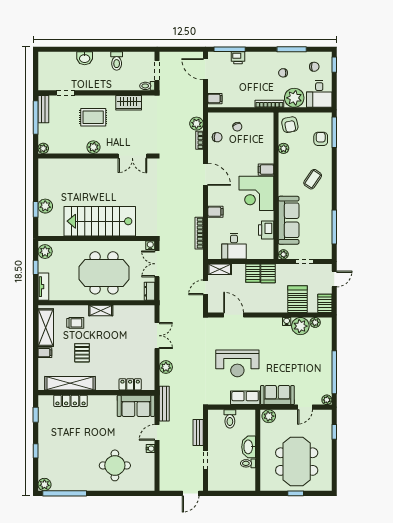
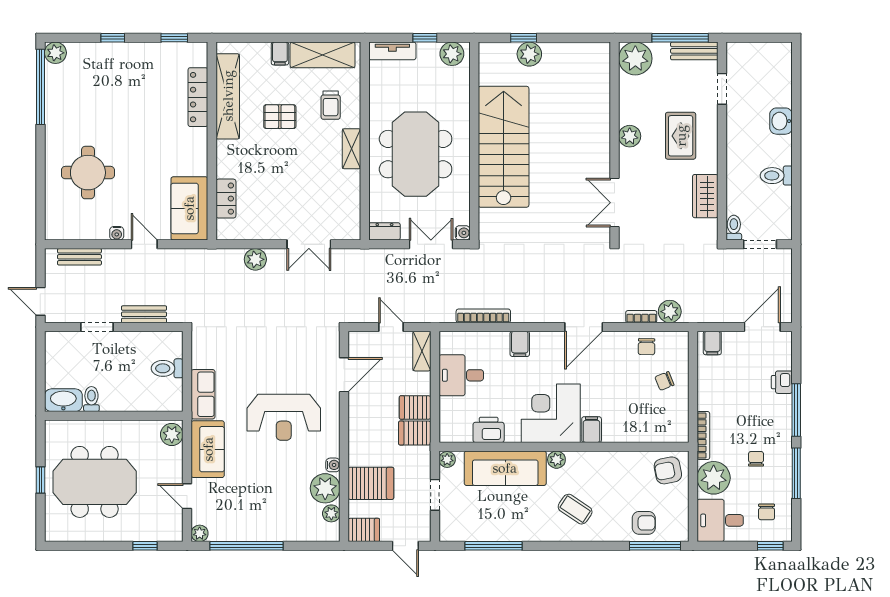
window: (230, 49) -> (796, 410), moved
plant: (43, 148) -> (635, 59), width x1.88, depth x1.88
plant: (284, 148) -> (556, 460), moved
reception desk: (237, 363) -> (284, 417), moved, turned -90
bench: (164, 404) -> (79, 257), moved, width x0.73
washbasin: (249, 447) -> (63, 400), moved

